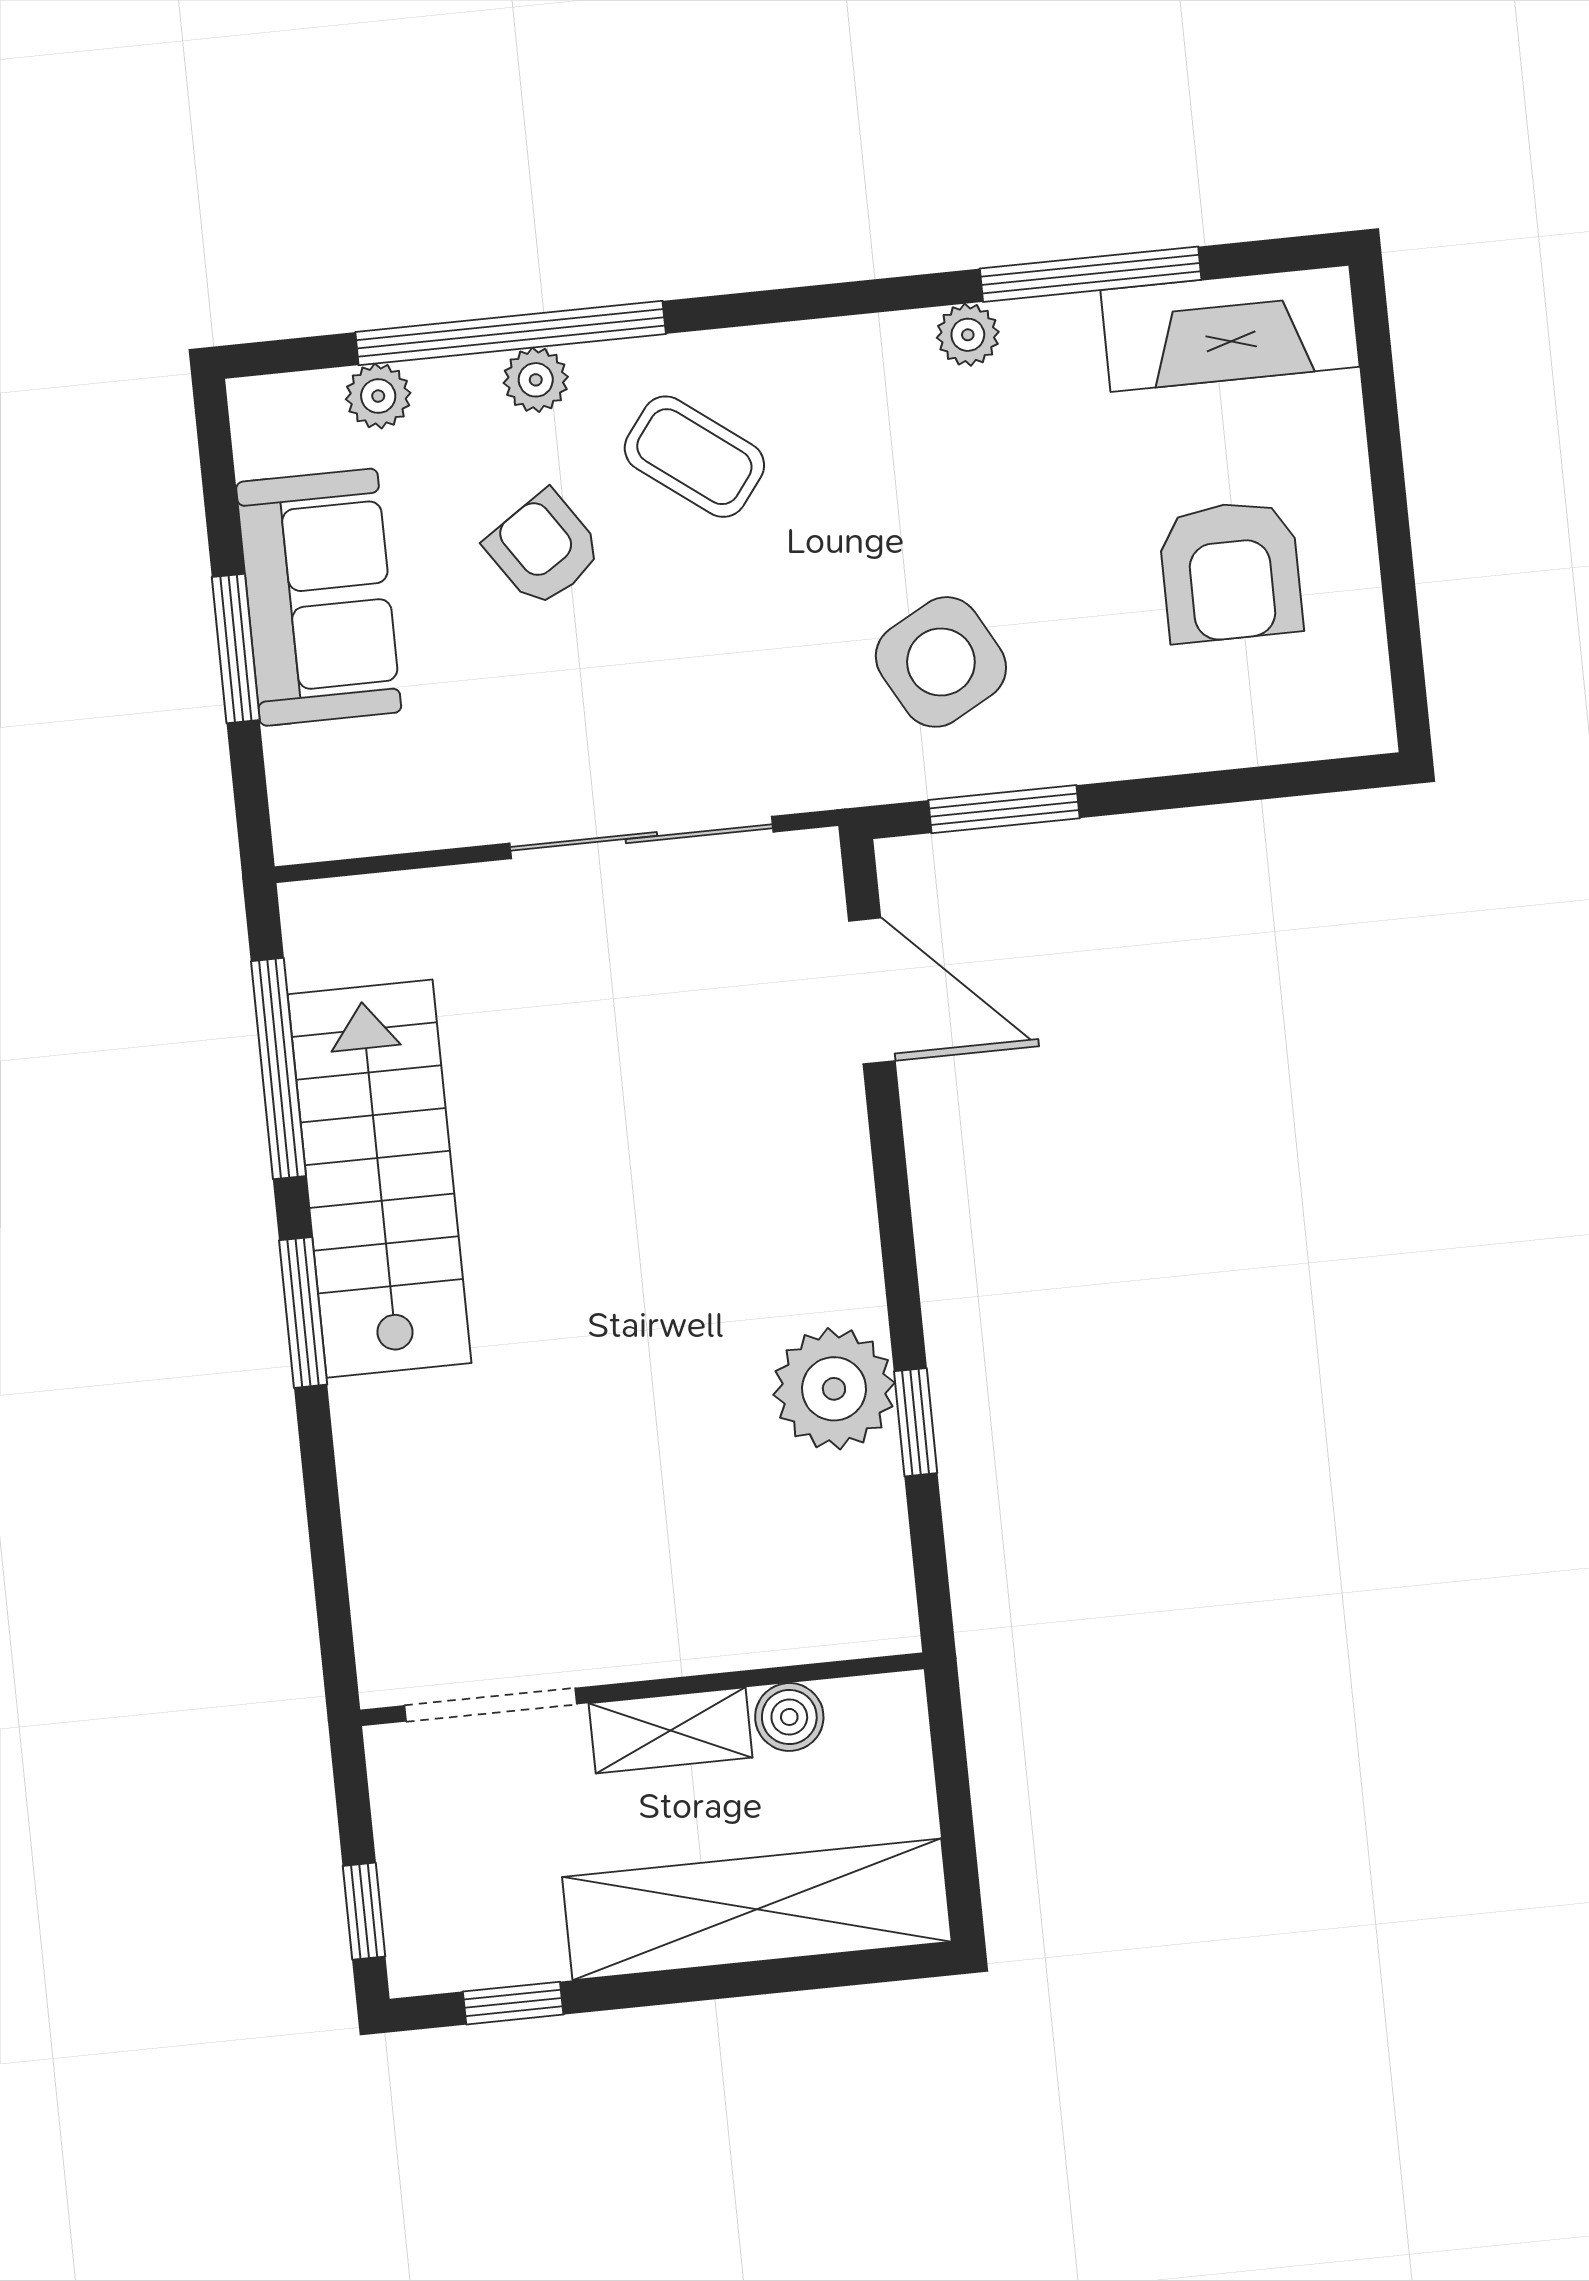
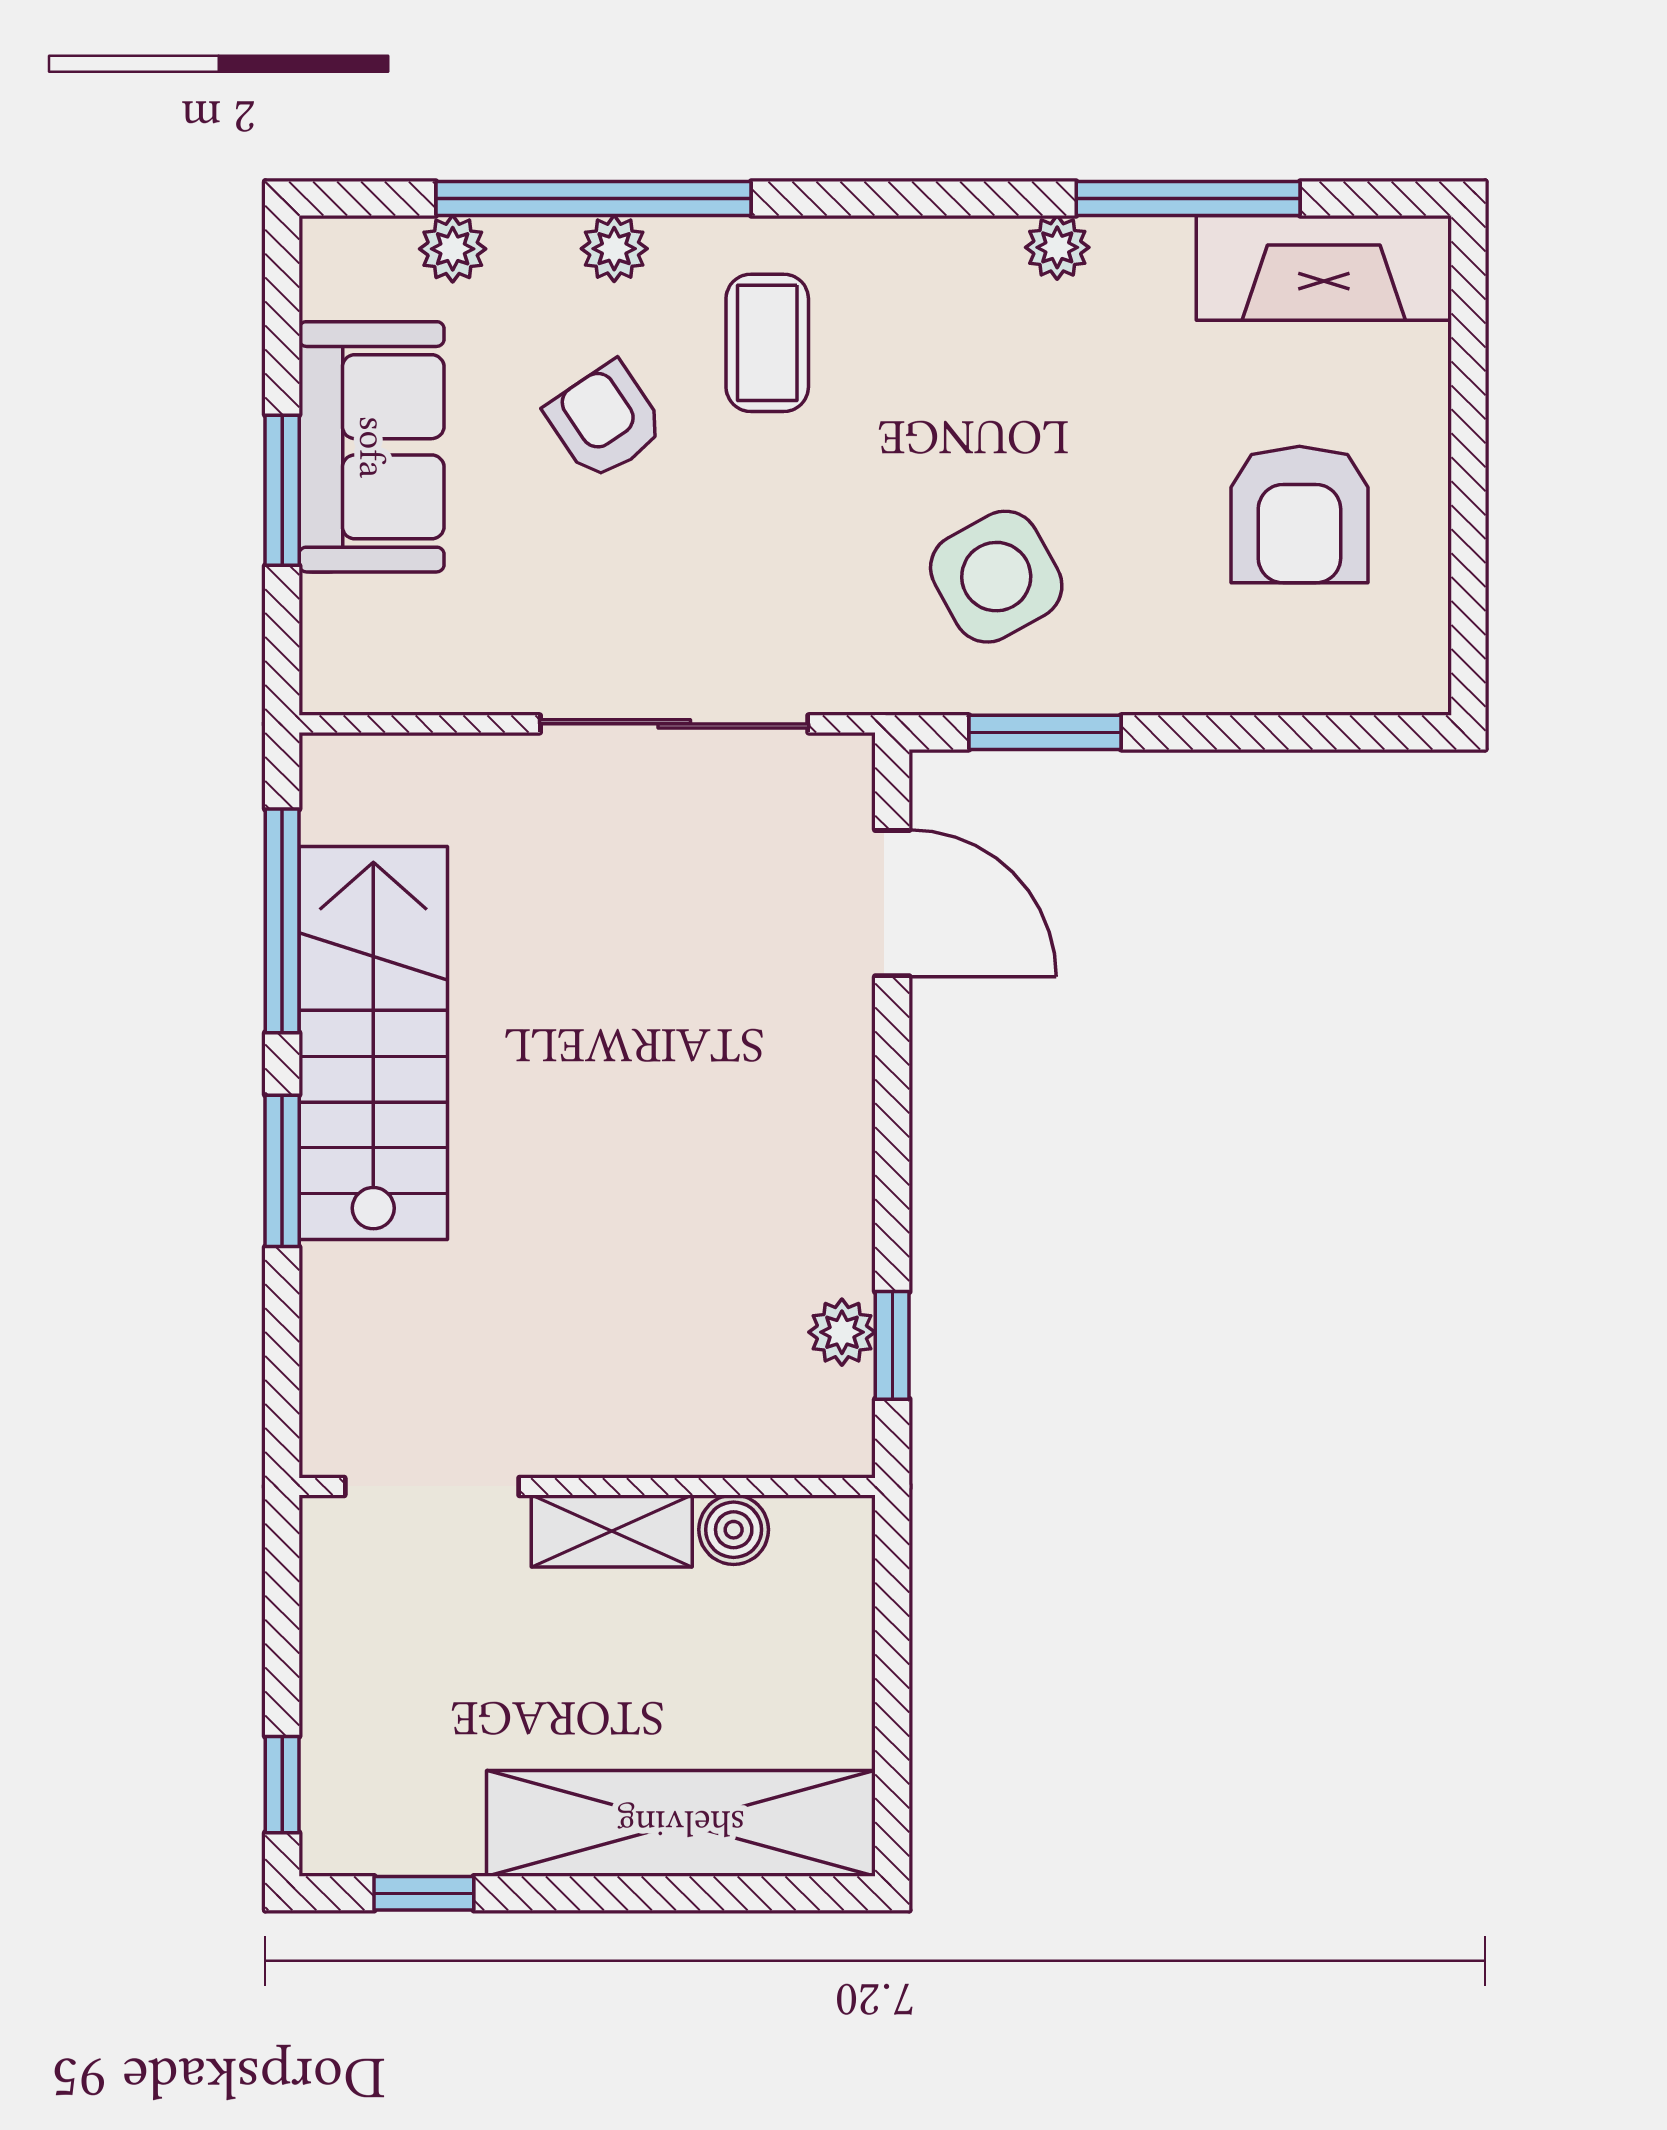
coffee table: (694, 457) -> (767, 343), turned 53
plant: (834, 1389) -> (842, 1332), width x0.53, depth x0.53
wall: (642, 1689) -> (587, 1486), moved
doorway: (491, 1705) -> (432, 1486), moved
boiler: (789, 1717) -> (734, 1530), moved
shelving: (671, 1730) -> (612, 1531), moved

